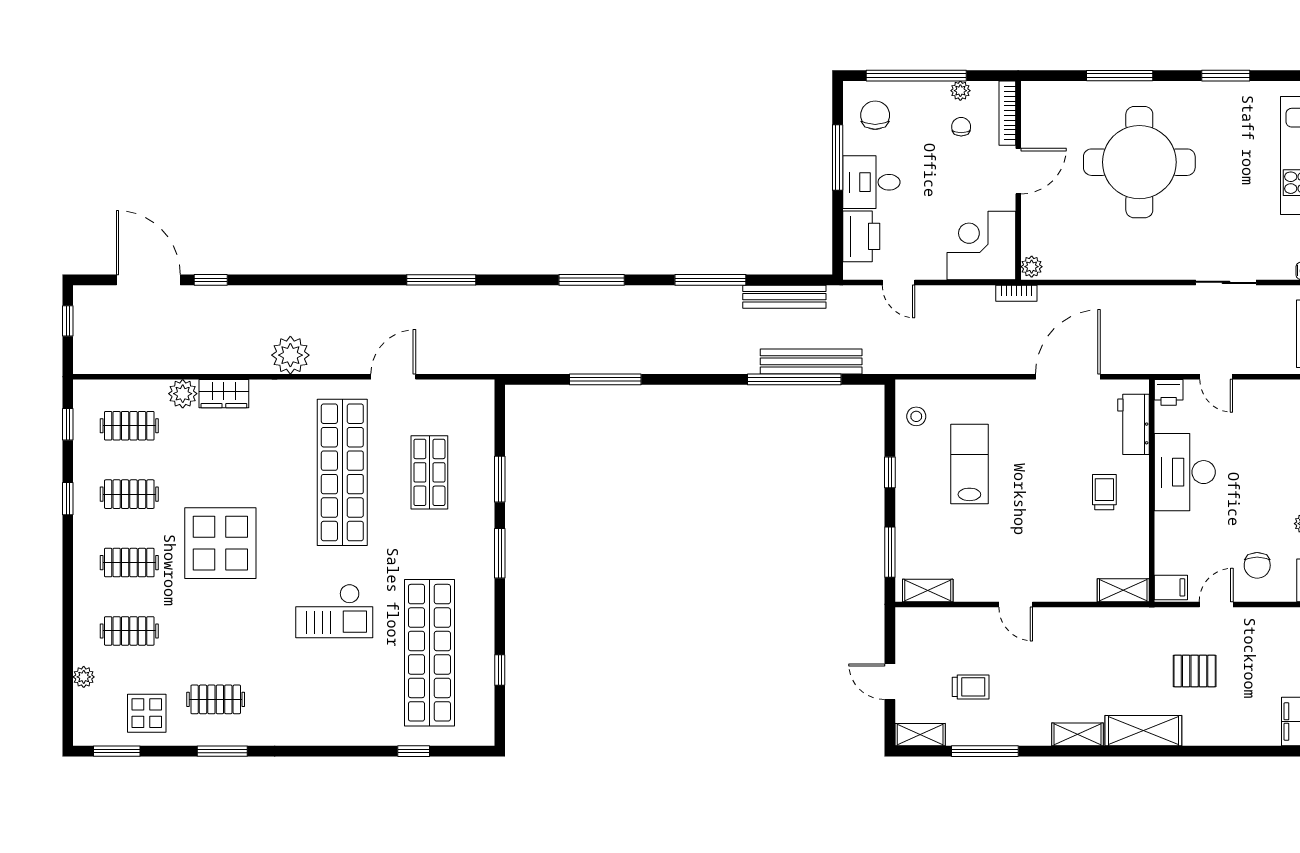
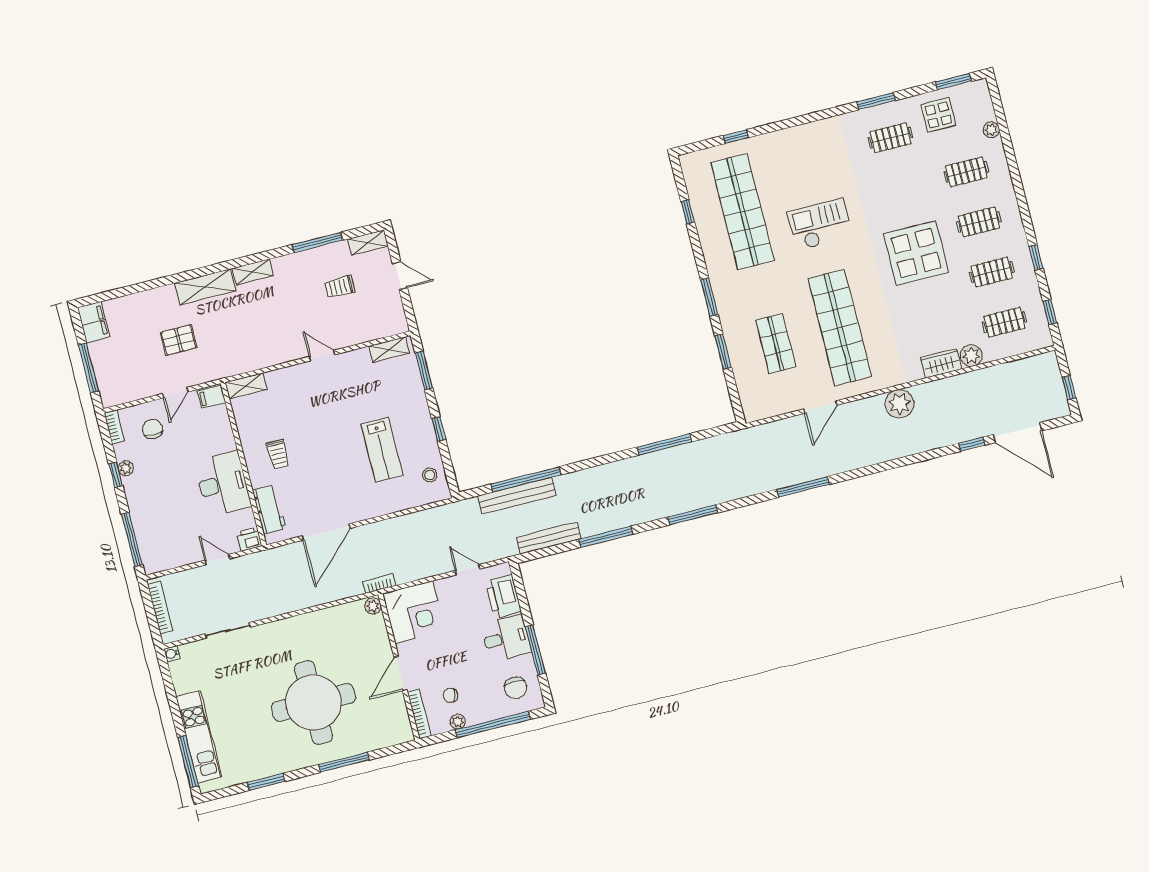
chair: (961, 127) -> (451, 695), turned 101

